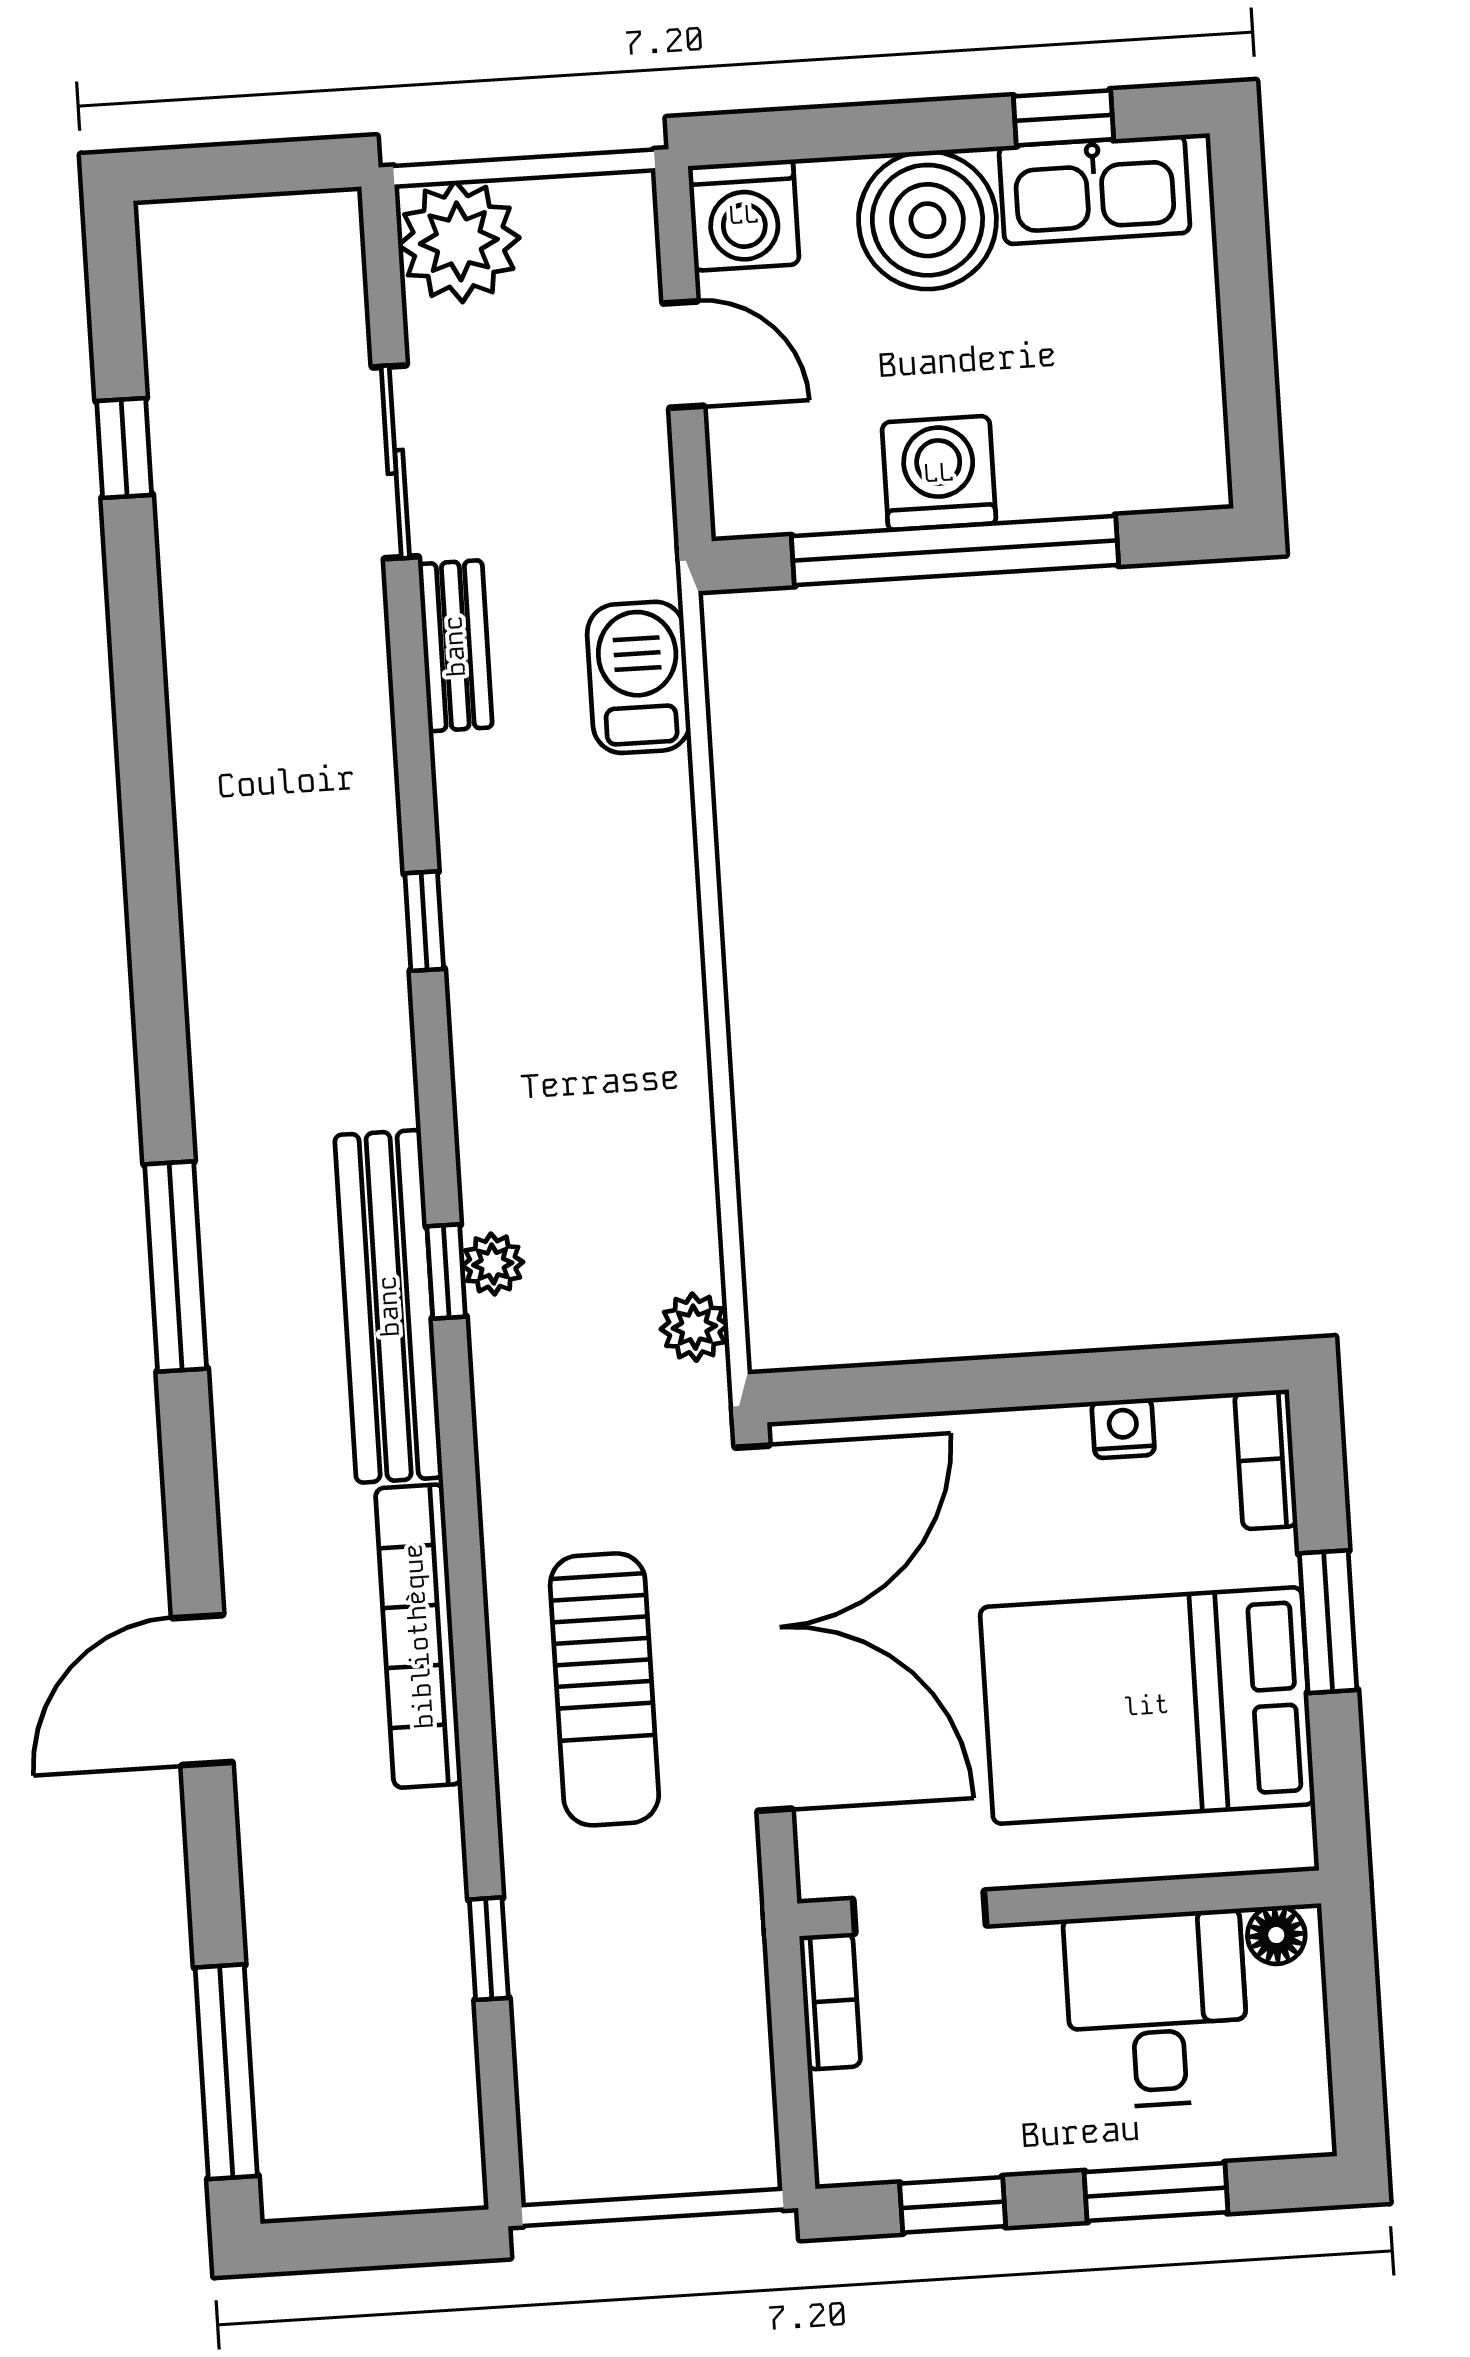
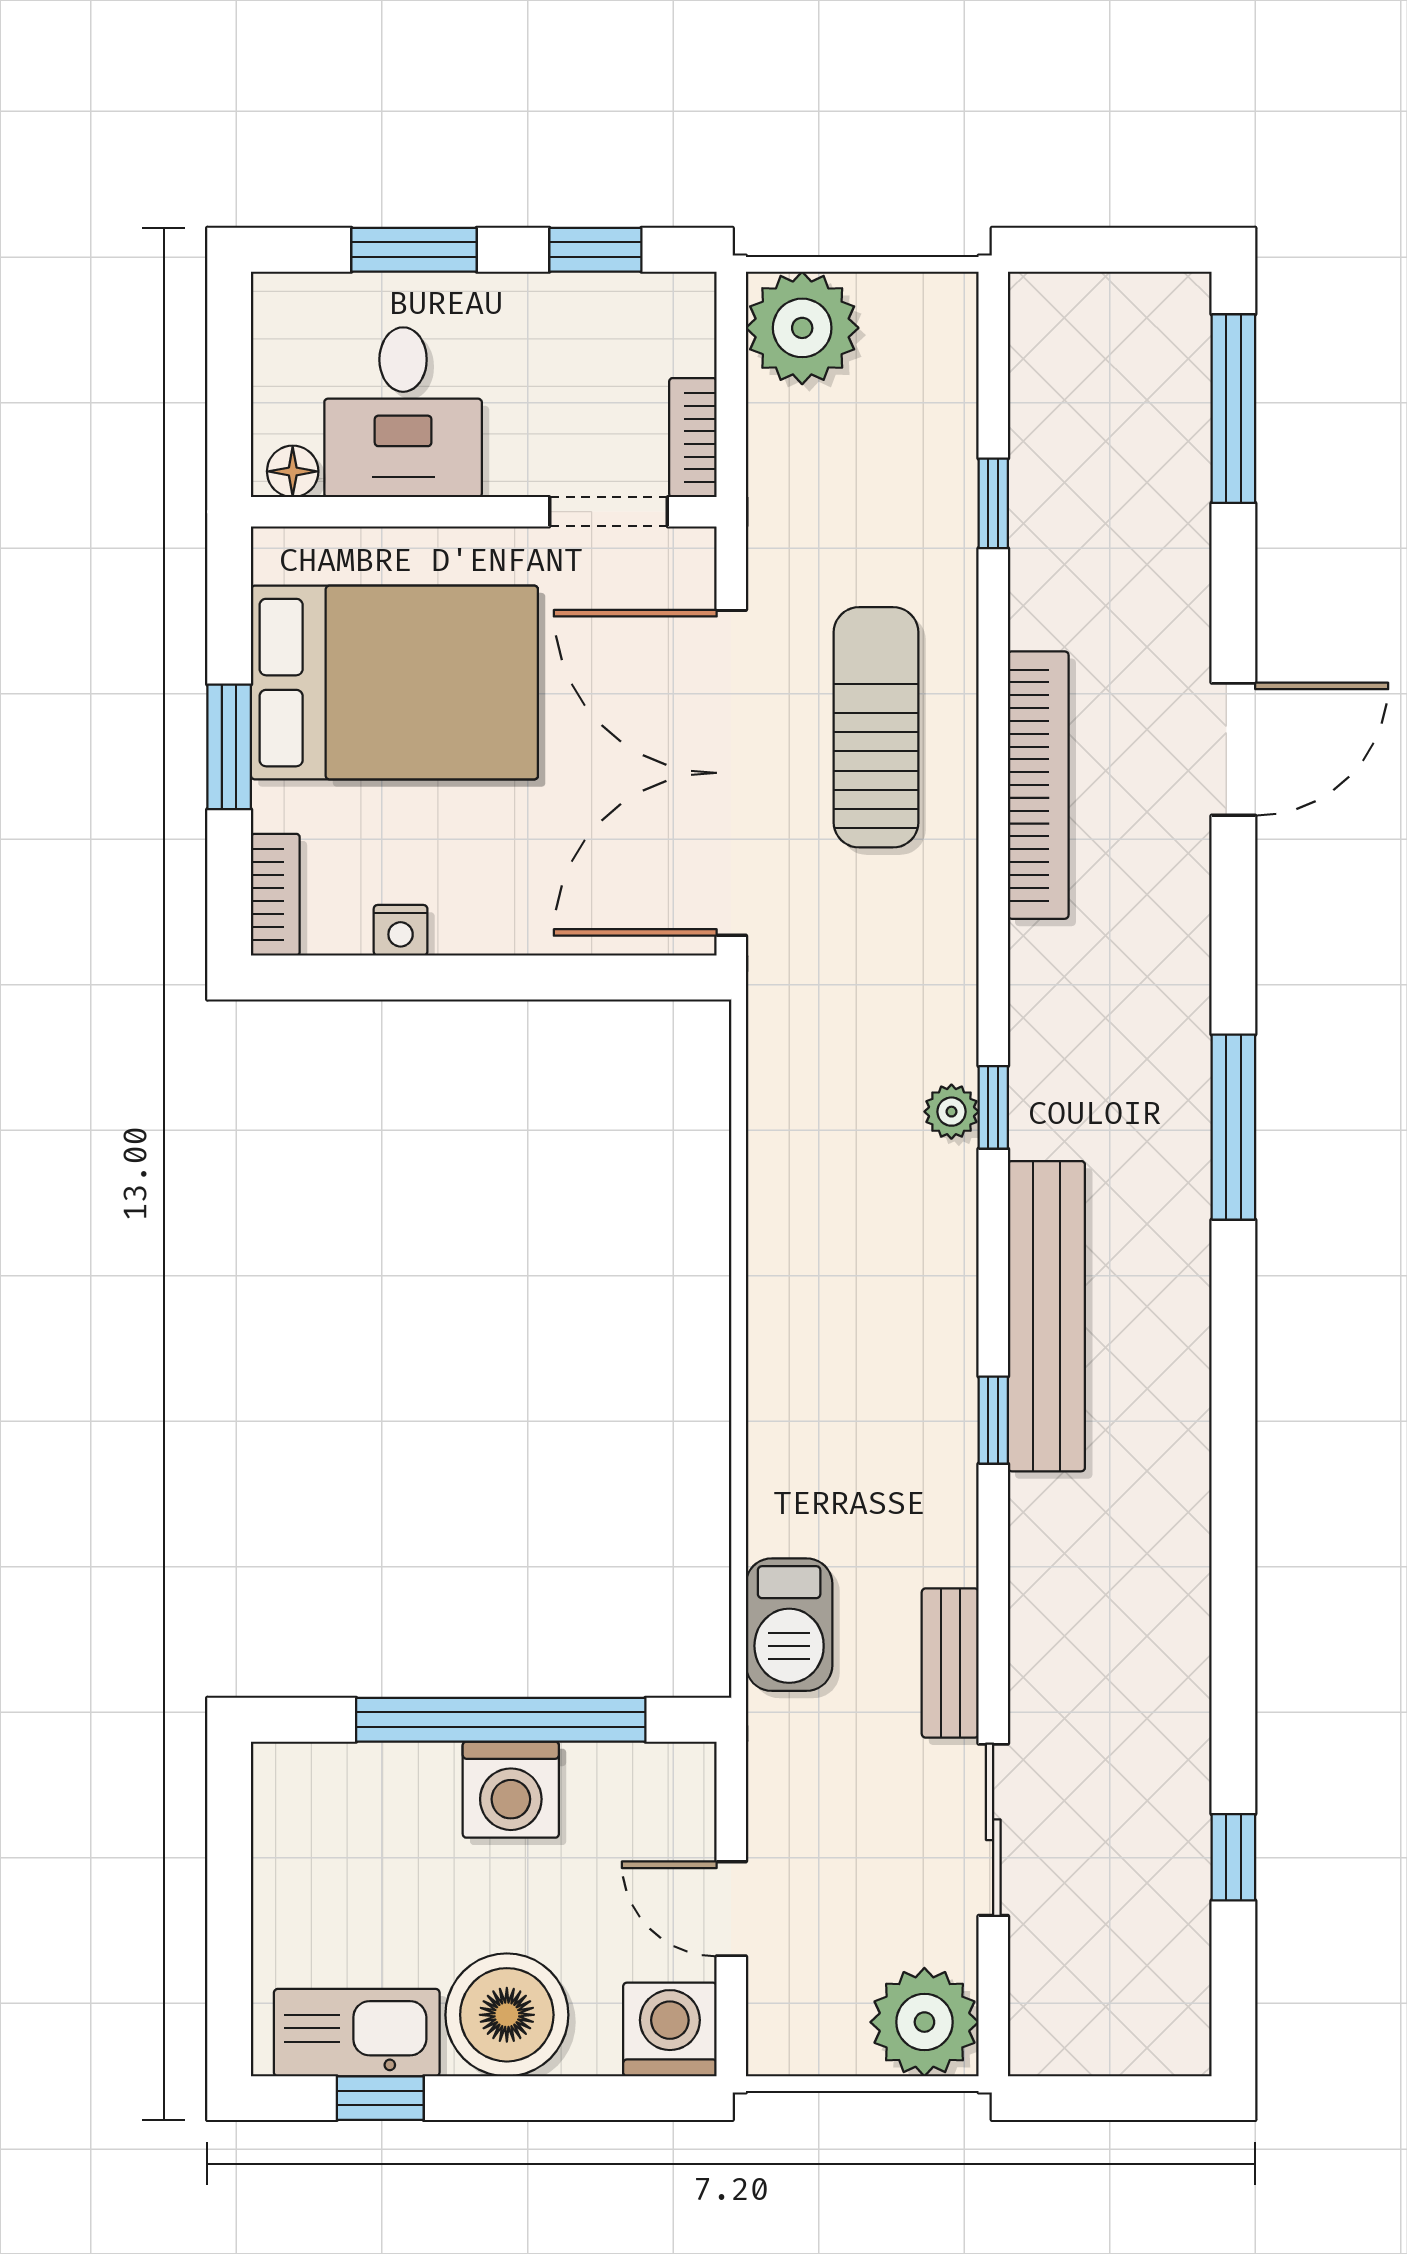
bench: (389, 1306) -> (1046, 1316), moved
plant: (694, 1327) -> (802, 328), moved, width x1.87, depth x1.87

